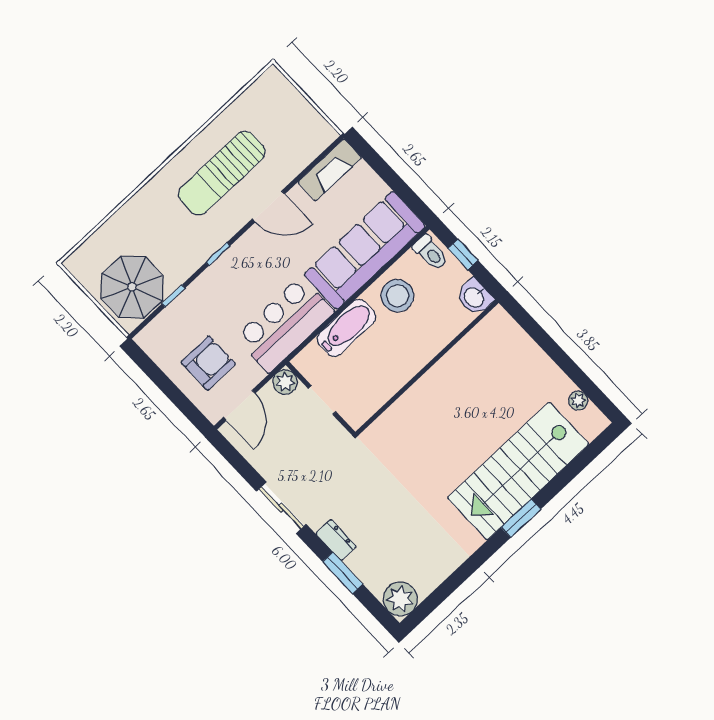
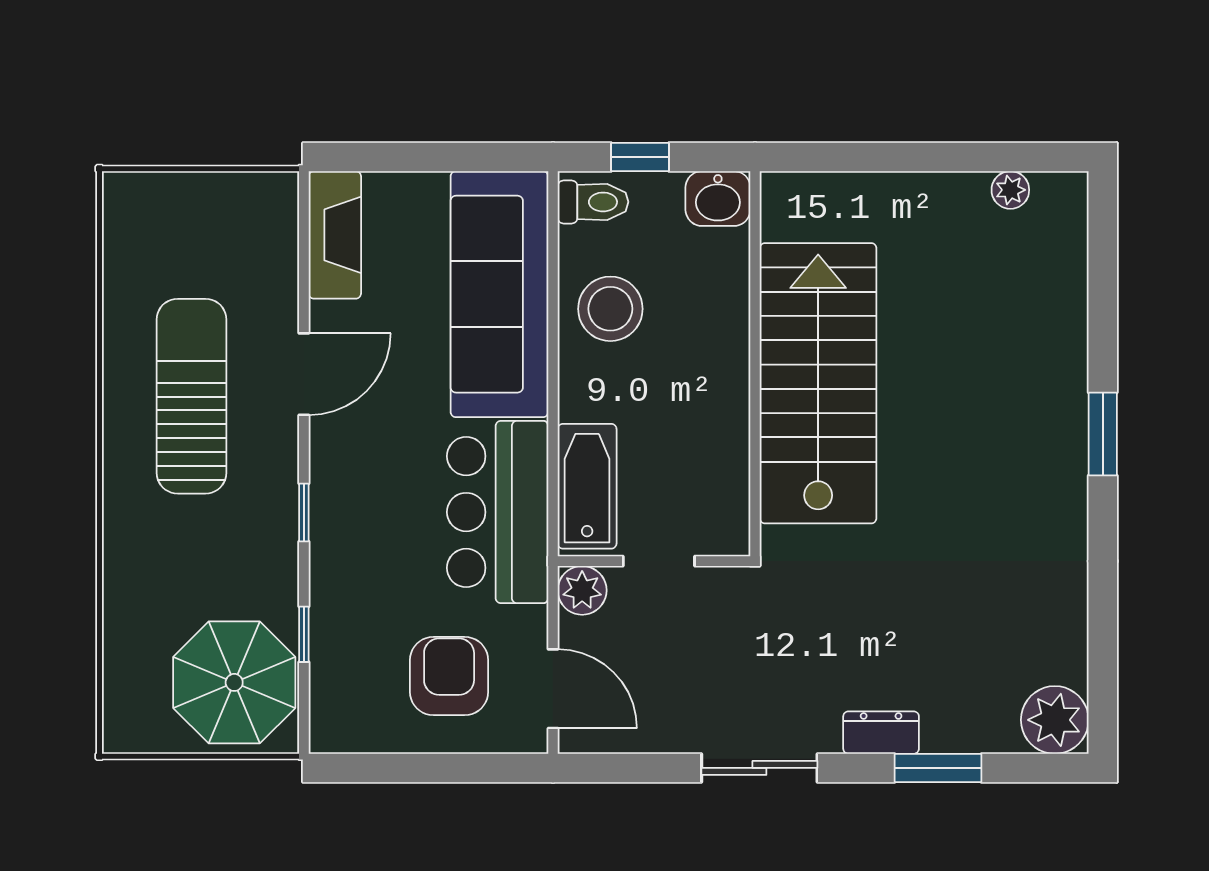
sun lounger: (222, 173) -> (192, 396), turned 180
bathtub: (346, 328) -> (587, 486), moved
stairs: (518, 471) -> (818, 383), moved, turned 180

